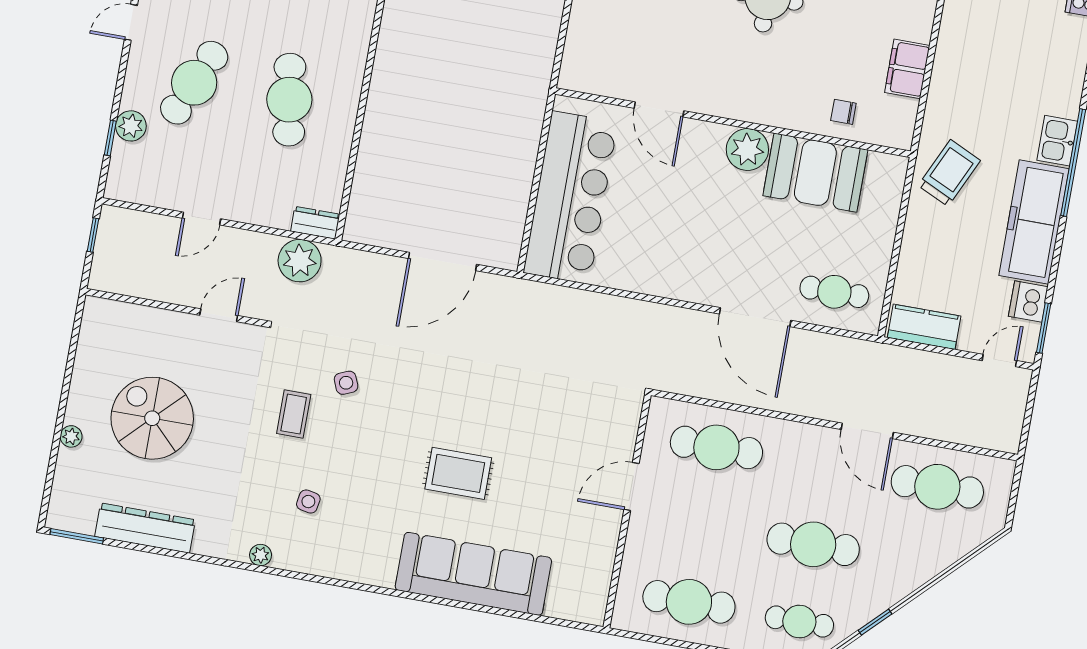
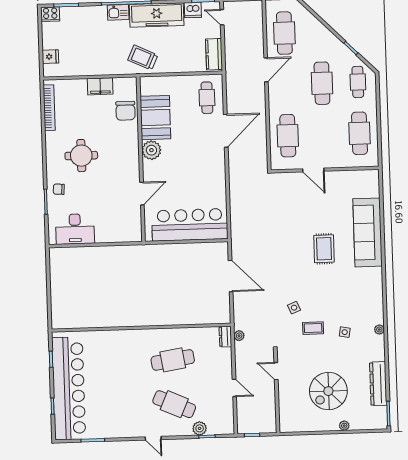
chair: (843, 112) -> (125, 111), width x1.87, depth x1.87
plant: (300, 261) -> (239, 336), width x0.53, depth x0.53
side table: (308, 502) -> (345, 332), moved

